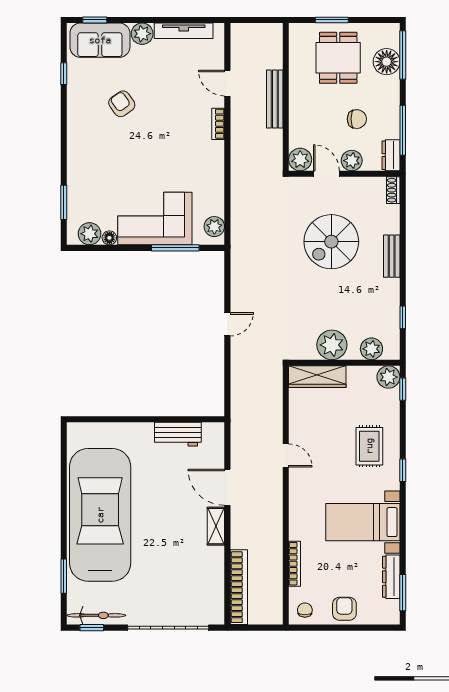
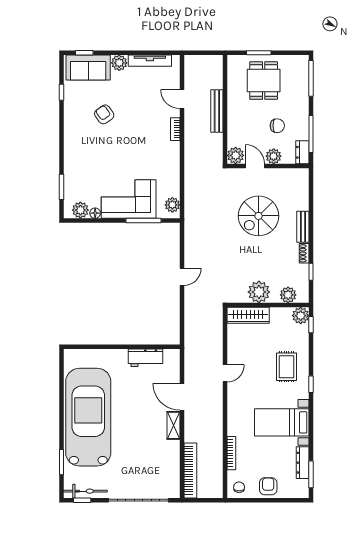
floor lamp: (387, 62) -> (299, 83), removed
shoe rack: (393, 190) -> (304, 253), moved
door: (286, 455) -> (225, 373), hinge flipped

